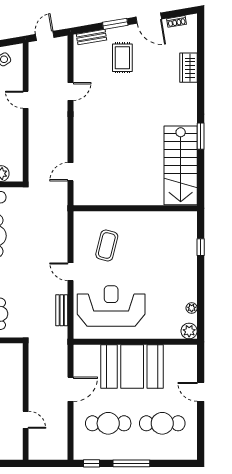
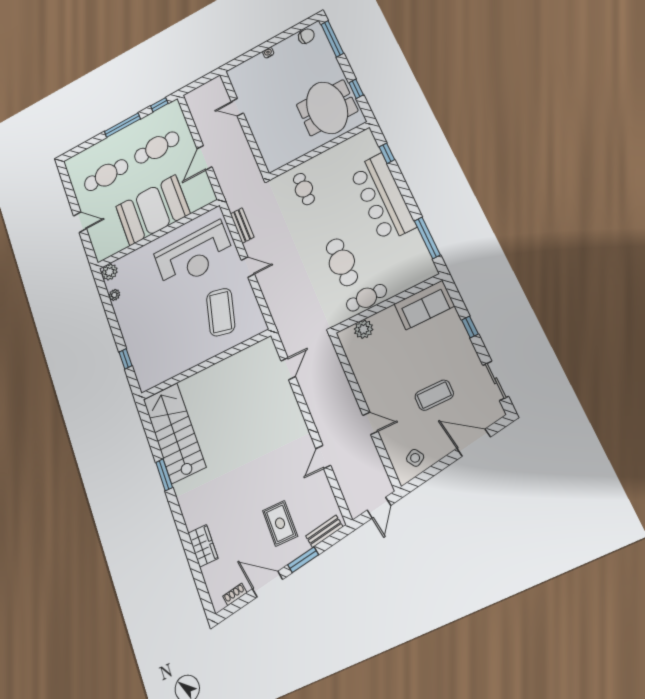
coffee table: (107, 245) -> (221, 312), width x1.36, depth x1.32

